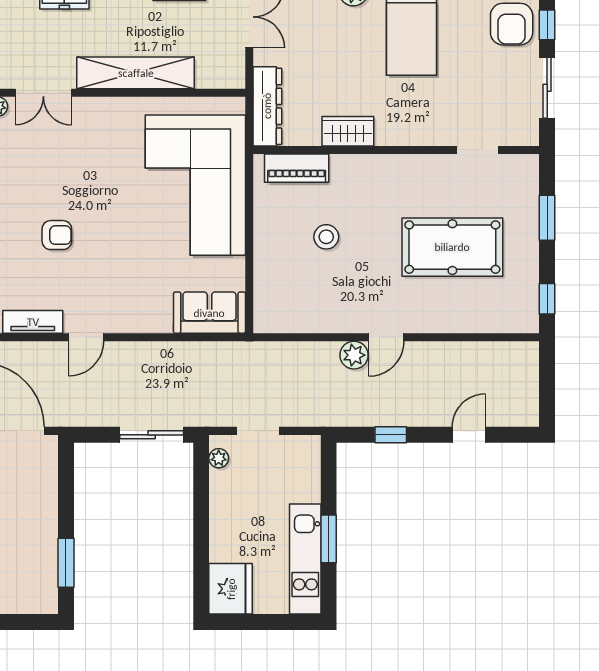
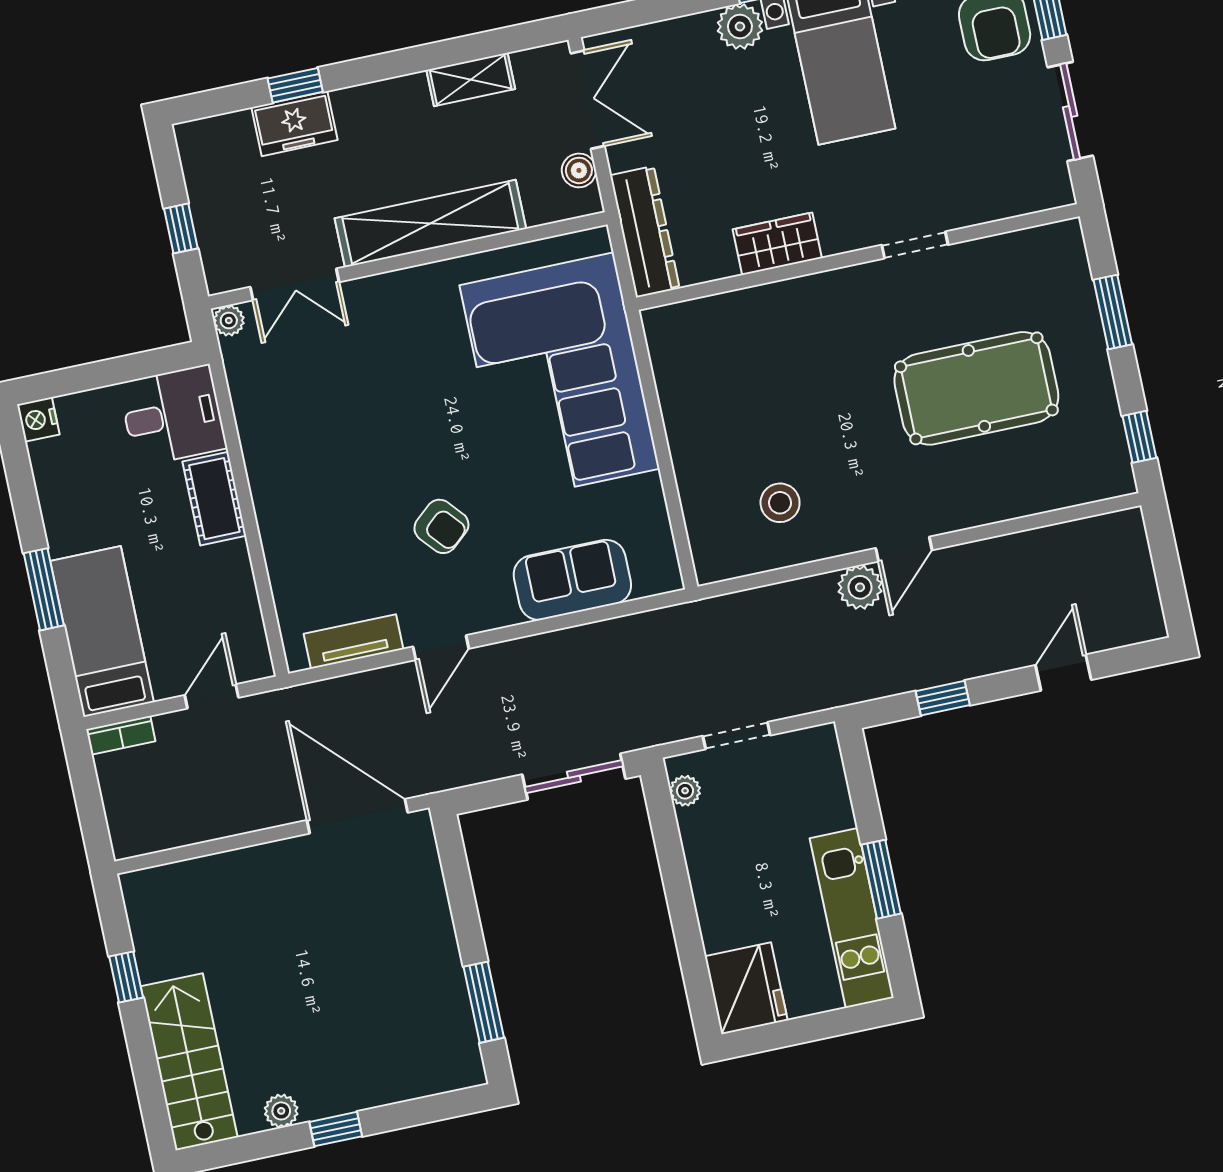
boiler: (235, 60) -> (579, 170), added
doorway: (477, 150) -> (915, 245), moved
piano: (297, 168) -> (710, 318), removed
armchair: (57, 235) -> (441, 526), moved, turned 49
stool: (326, 237) -> (780, 503), moved
sofa: (209, 313) -> (572, 580), moved

